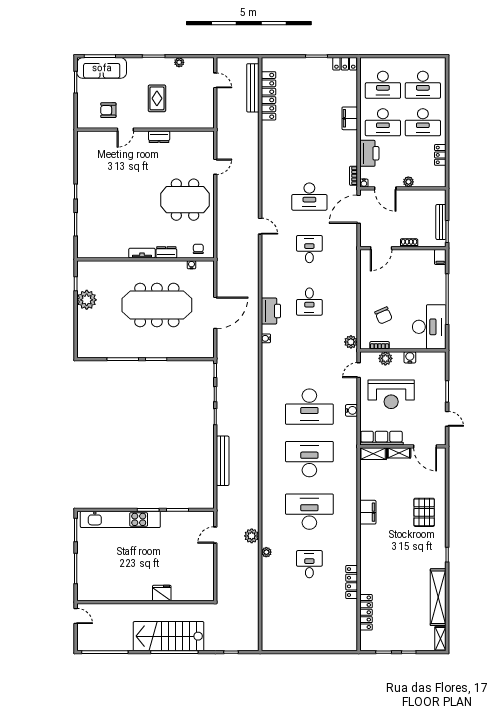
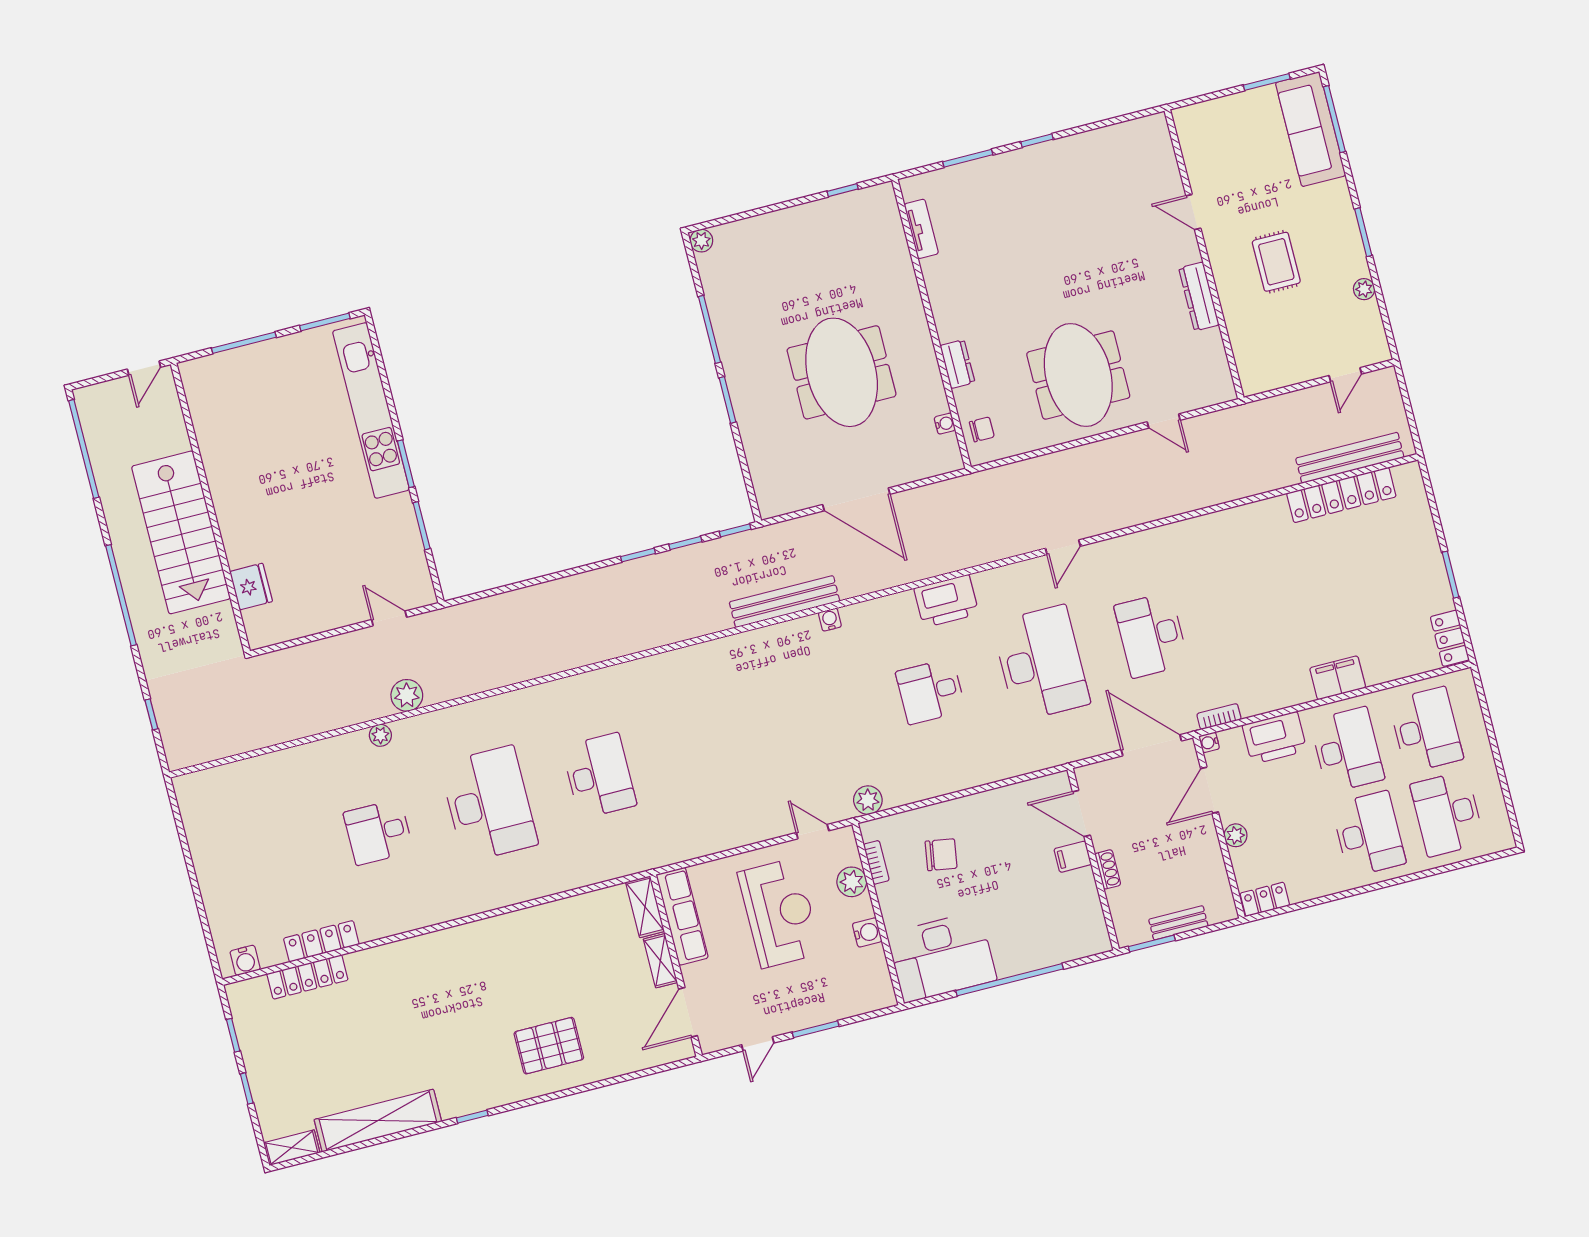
desk: (383, 85) -> (1426, 730), turned 180
rug: (157, 98) -> (1276, 262), turned 90
armchair: (108, 110) -> (1225, 166), removed
desk: (383, 122) -> (1347, 750), turned 180
desk: (423, 122) -> (1369, 834), turned 180
dresser: (159, 137) -> (1199, 296), width x1.44
locker: (440, 155) -> (1265, 899), moved
bench: (441, 222) -> (1178, 923), width x0.73
desk: (309, 249) -> (1041, 663), width x1.87, depth x1.30
tv unit: (142, 253) -> (921, 229), moved
filing cabinet: (440, 257) -> (1073, 857), moved
plant: (87, 300) -> (701, 241), moved, width x0.53, depth x0.53
meeting table: (157, 305) -> (842, 372), width x0.73
printer: (271, 311) -> (946, 601), moved
chair: (384, 315) -> (941, 855), turned -147
reception desk: (391, 394) -> (779, 913), turned 180
desk: (309, 407) -> (710, 748), removed
water cooler: (351, 410) -> (245, 960), moved
desk: (309, 459) -> (599, 776), width x0.73, depth x0.77
bench: (223, 461) -> (784, 602), moved
filing cabinet: (368, 512) -> (519, 927), removed
desk: (309, 564) -> (378, 832), turned 180
locker: (352, 582) -> (321, 941), moved
fridge: (162, 593) -> (251, 587), moved
stairs: (169, 636) -> (181, 532), moved, turned 180

